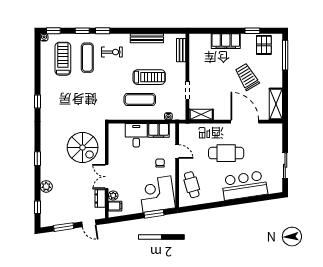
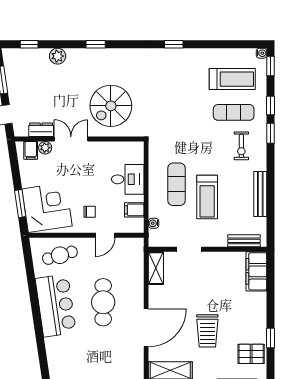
filing cabinet: (226, 41) -> (256, 271), moved
trolley: (247, 77) -> (207, 331), turned 121
filing cabinet: (159, 130) -> (134, 210), width x0.50
bar counter: (244, 185) -> (56, 305), moved

